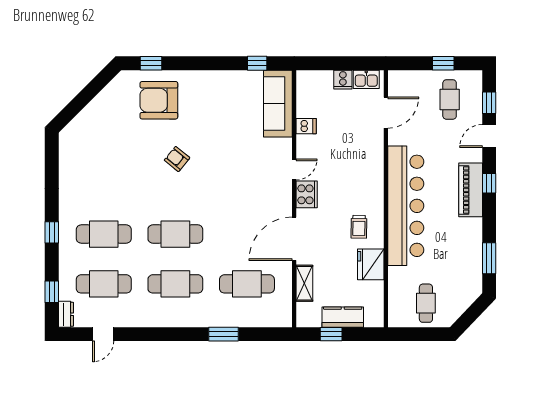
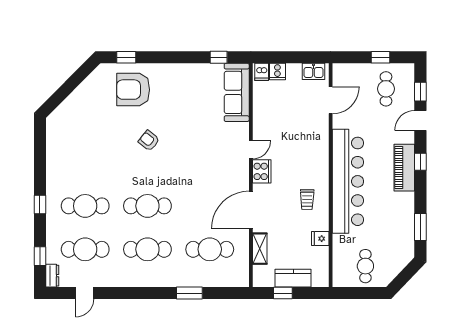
cooker: (343, 80) -> (277, 72), moved
dishwasher: (306, 126) -> (262, 72), moved, turned 90
fridge: (371, 264) -> (320, 239), width x0.53, depth x0.75

